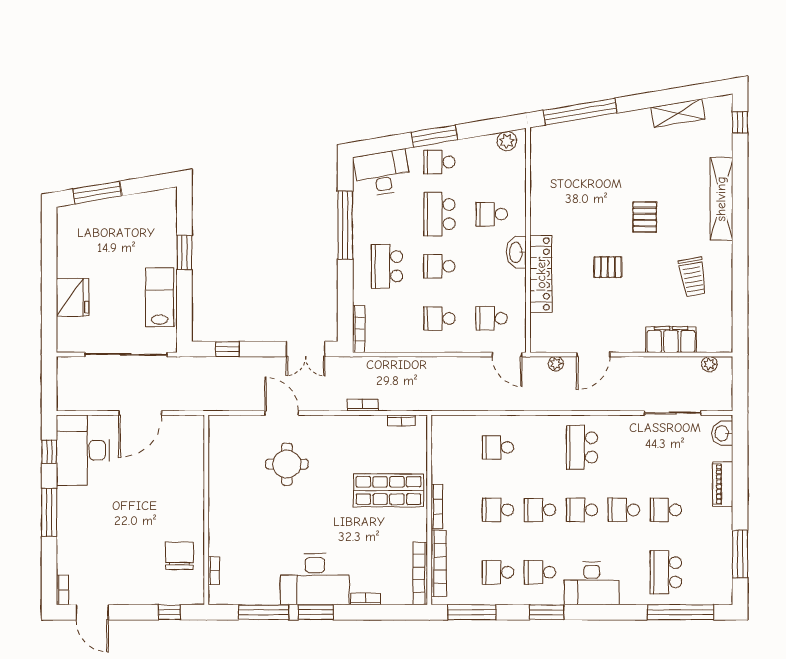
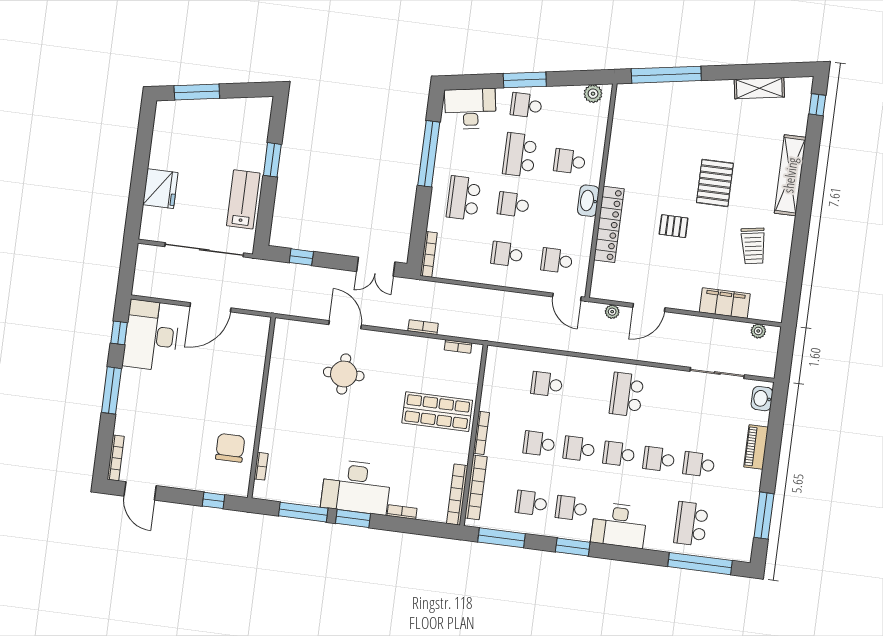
pallet: (645, 217) -> (715, 183), width x1.50, depth x1.42
bookcase: (62, 590) -> (116, 458), width x1.56

